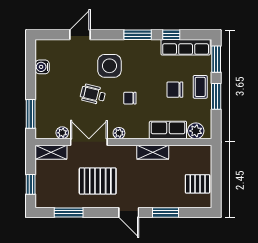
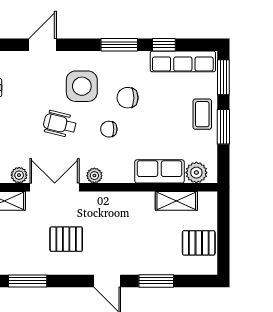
chair: (175, 90) -> (128, 98), moved
shelving: (153, 152) -> (176, 201), moved
pallet: (98, 181) -> (66, 239), width x0.67, depth x0.71

